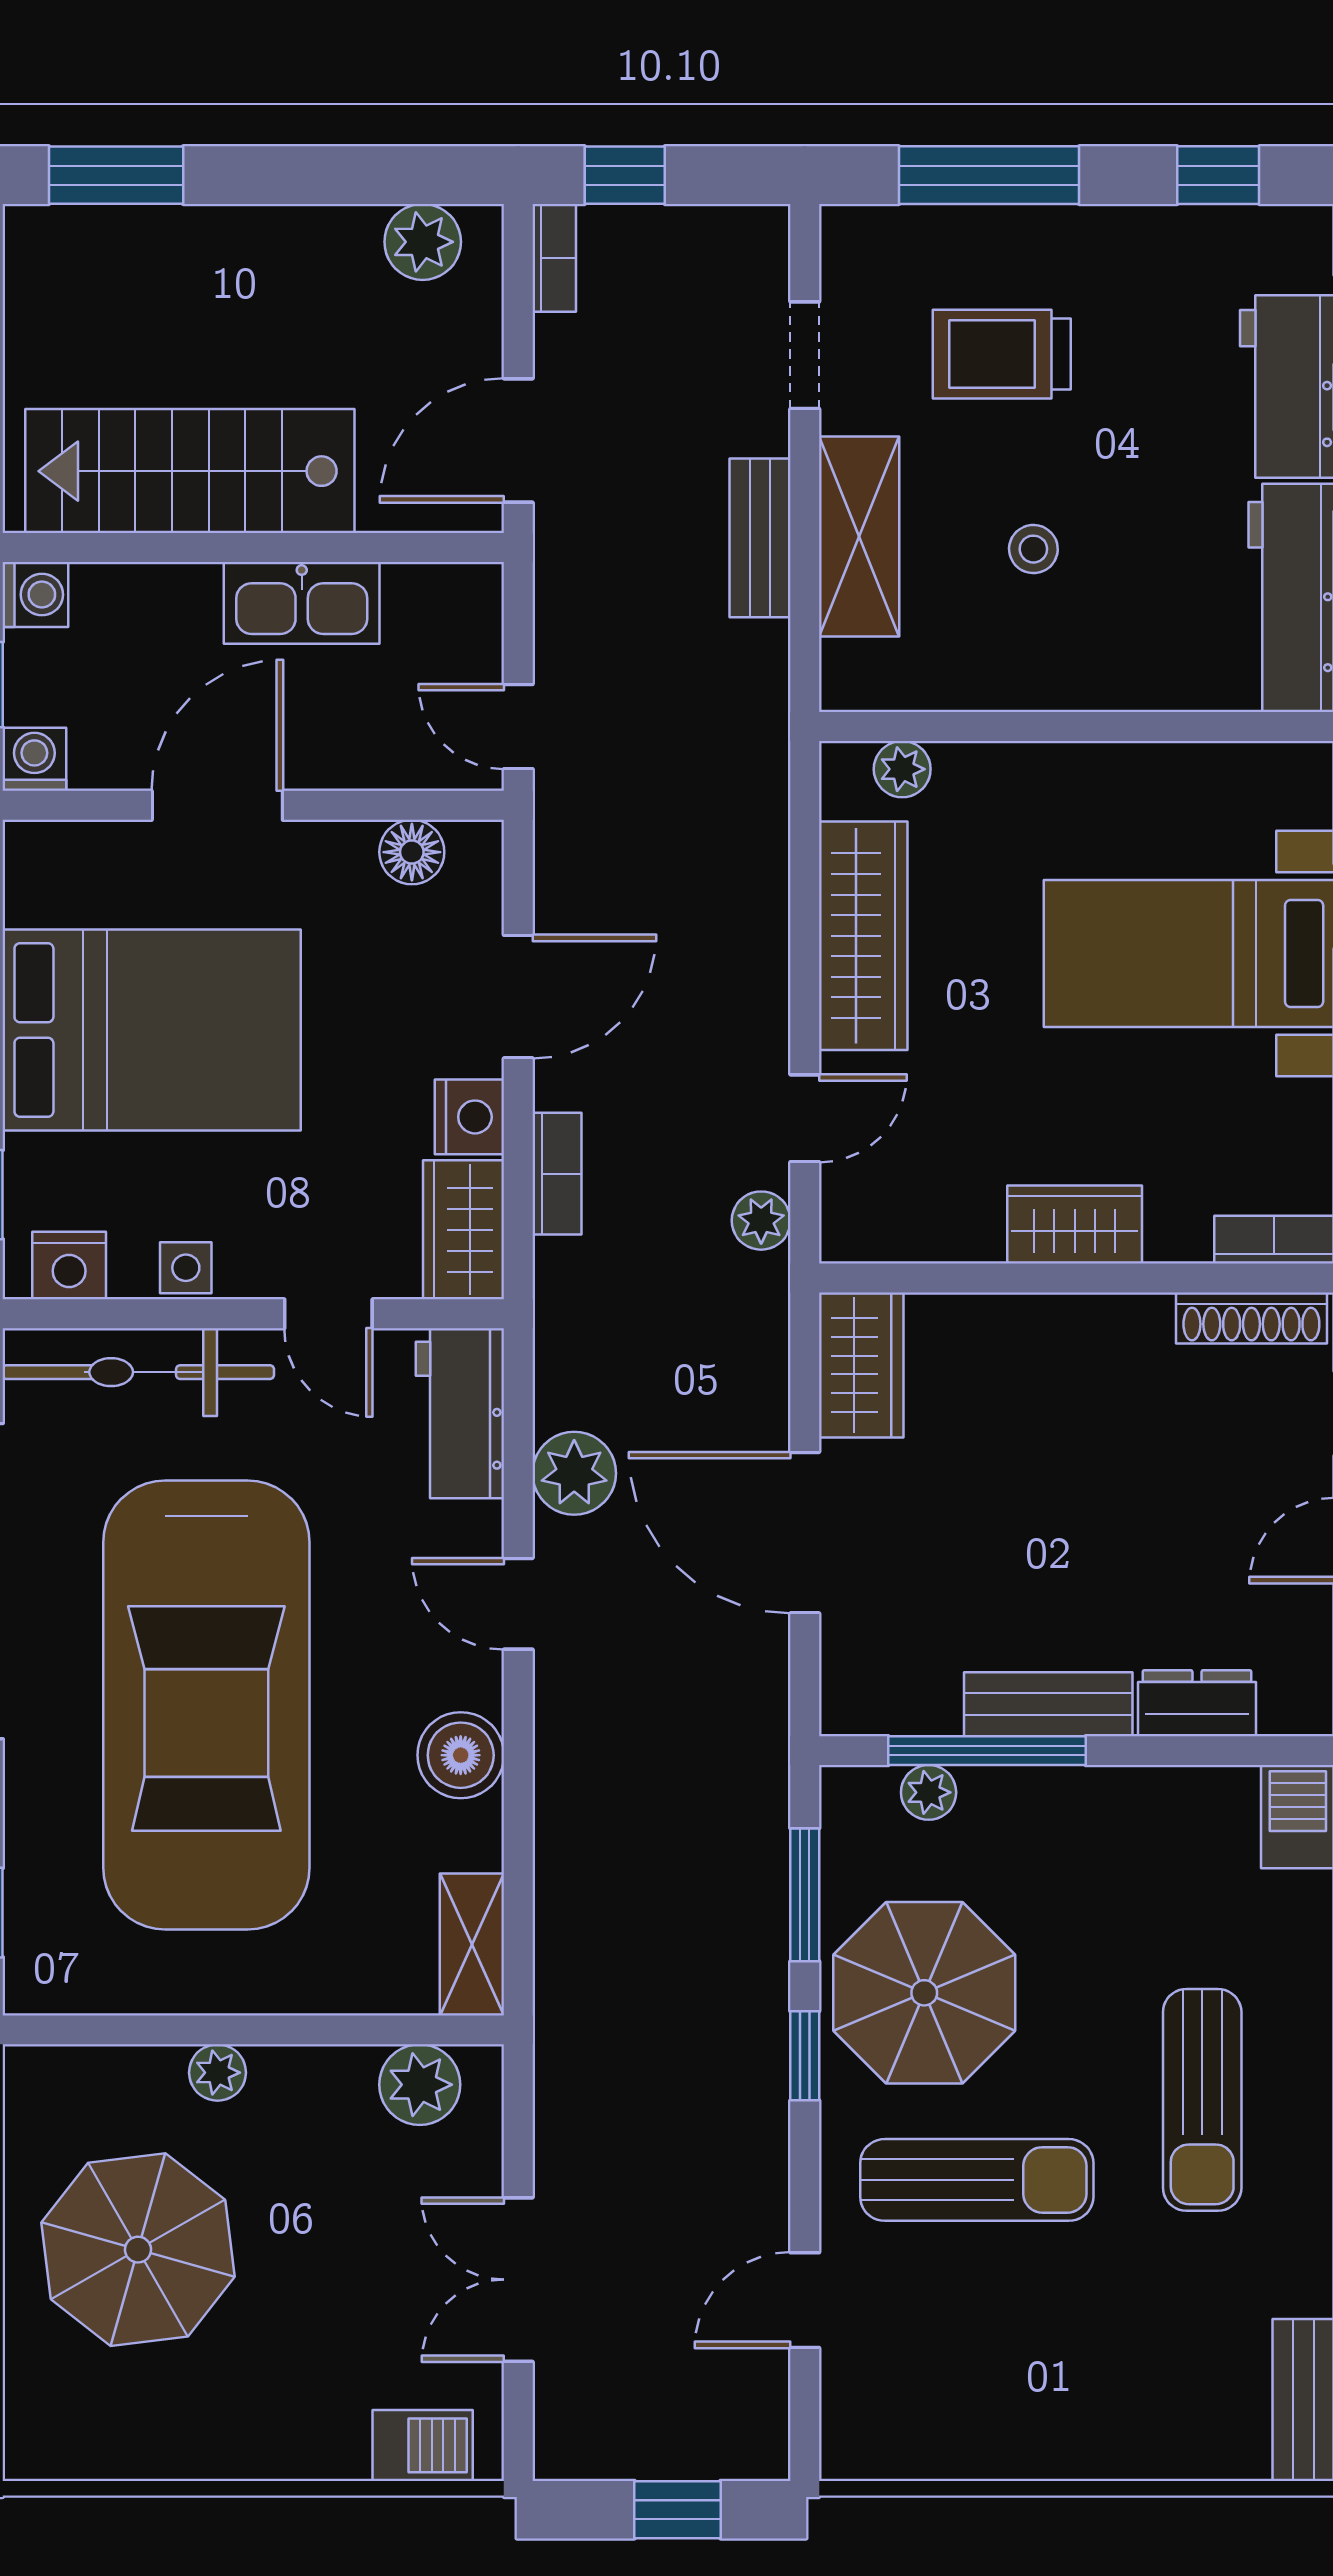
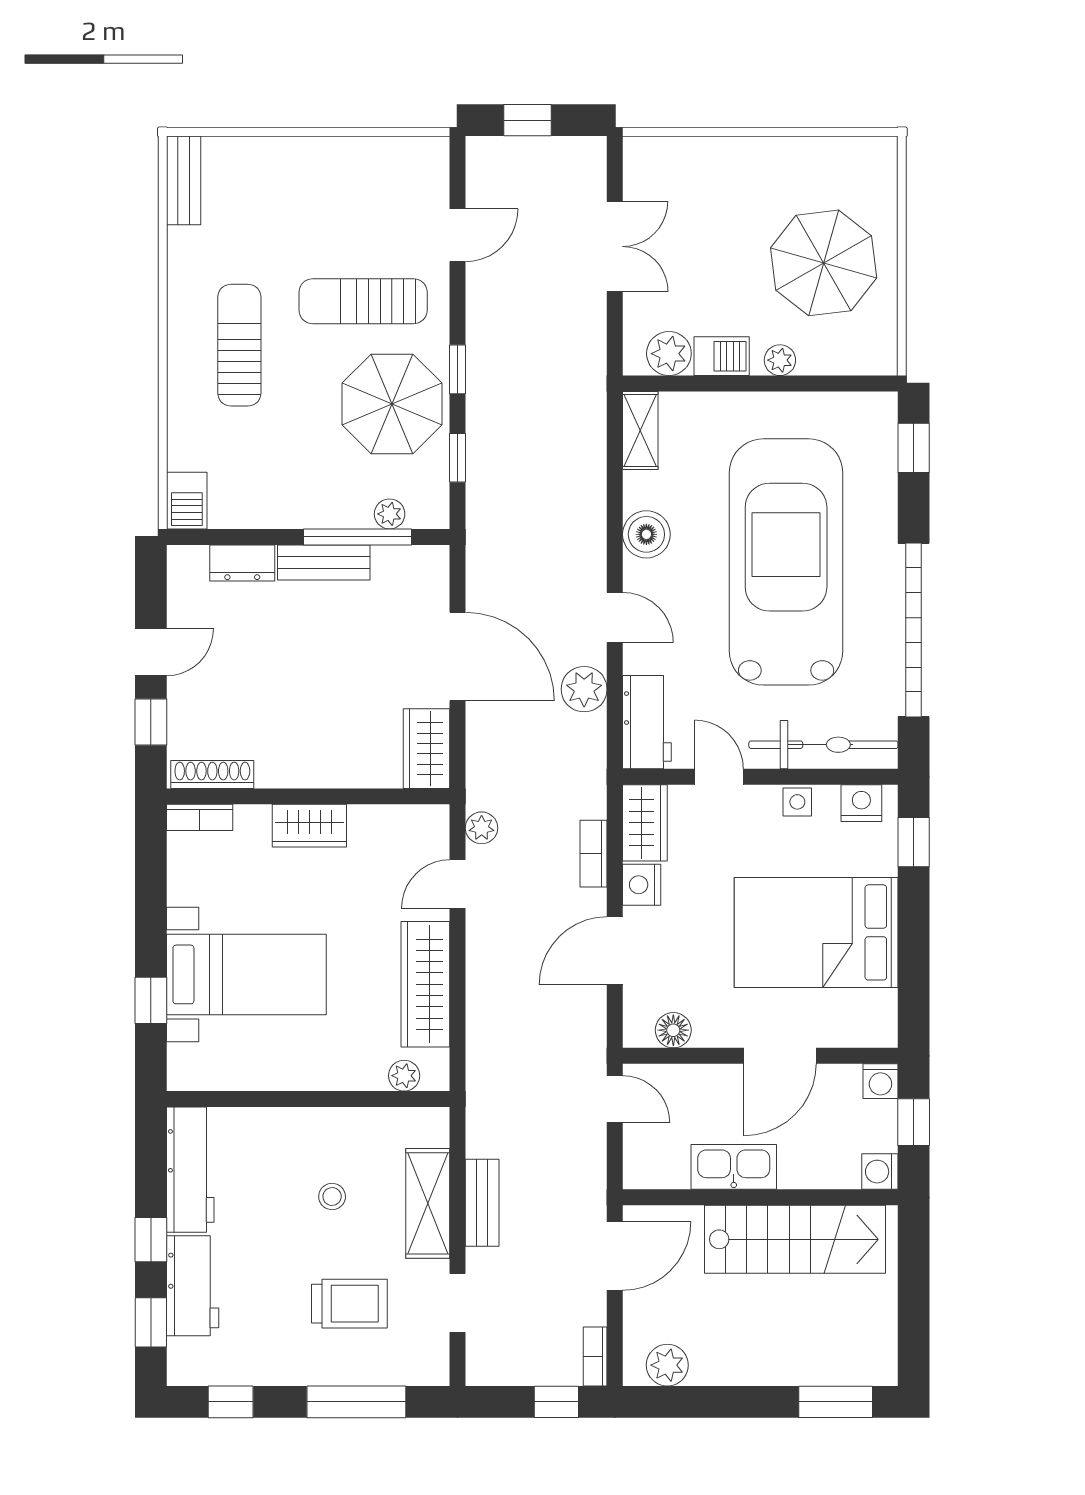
window: (805, 1895) -> (458, 458), width x0.67
barbecue: (423, 2445) -> (722, 356), moved, turned 180

